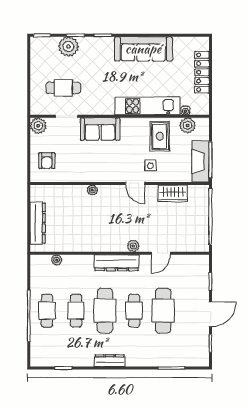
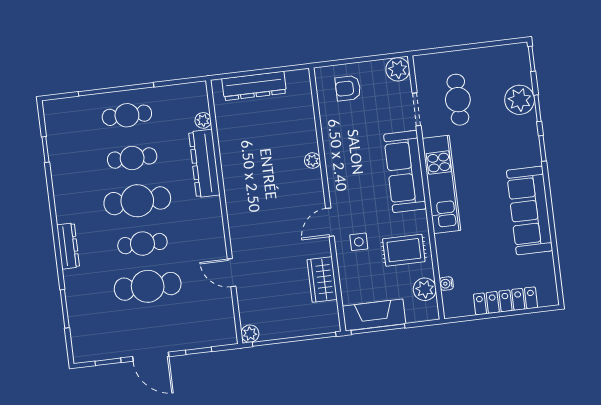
kitchen unit: (148, 106) -> (441, 184), moved
sofa: (100, 129) -> (405, 172), width x1.36
plant: (133, 246) -> (250, 334), moved
dresser: (117, 263) -> (204, 163), moved
dresser: (110, 361) -> (68, 246), moved

